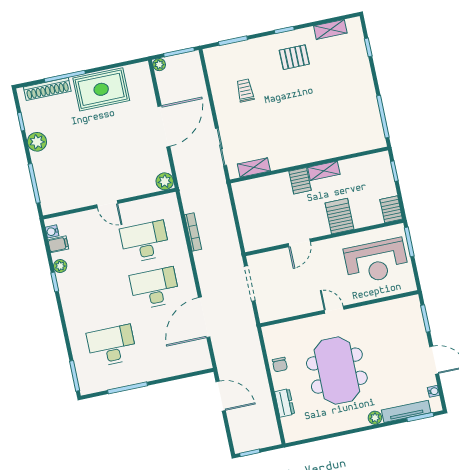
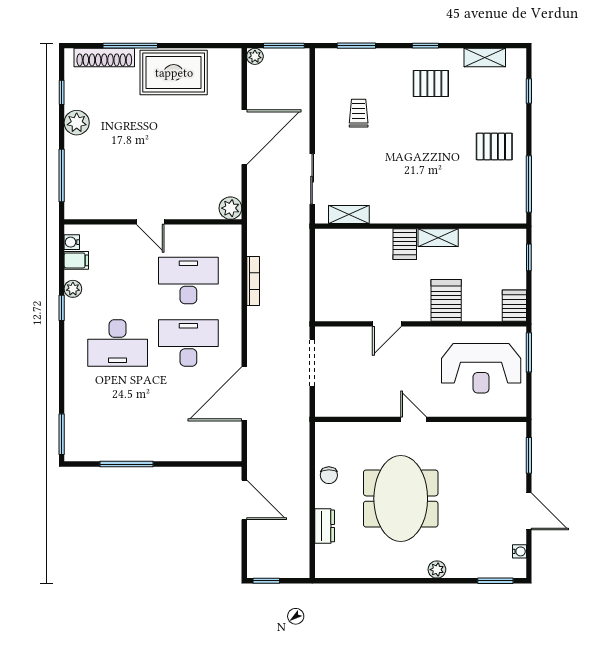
pallet: (351, 94) -> (494, 147), added
desk: (112, 346) -> (118, 343), moved, turned 180
tv unit: (406, 411) -> (479, 570), removed

